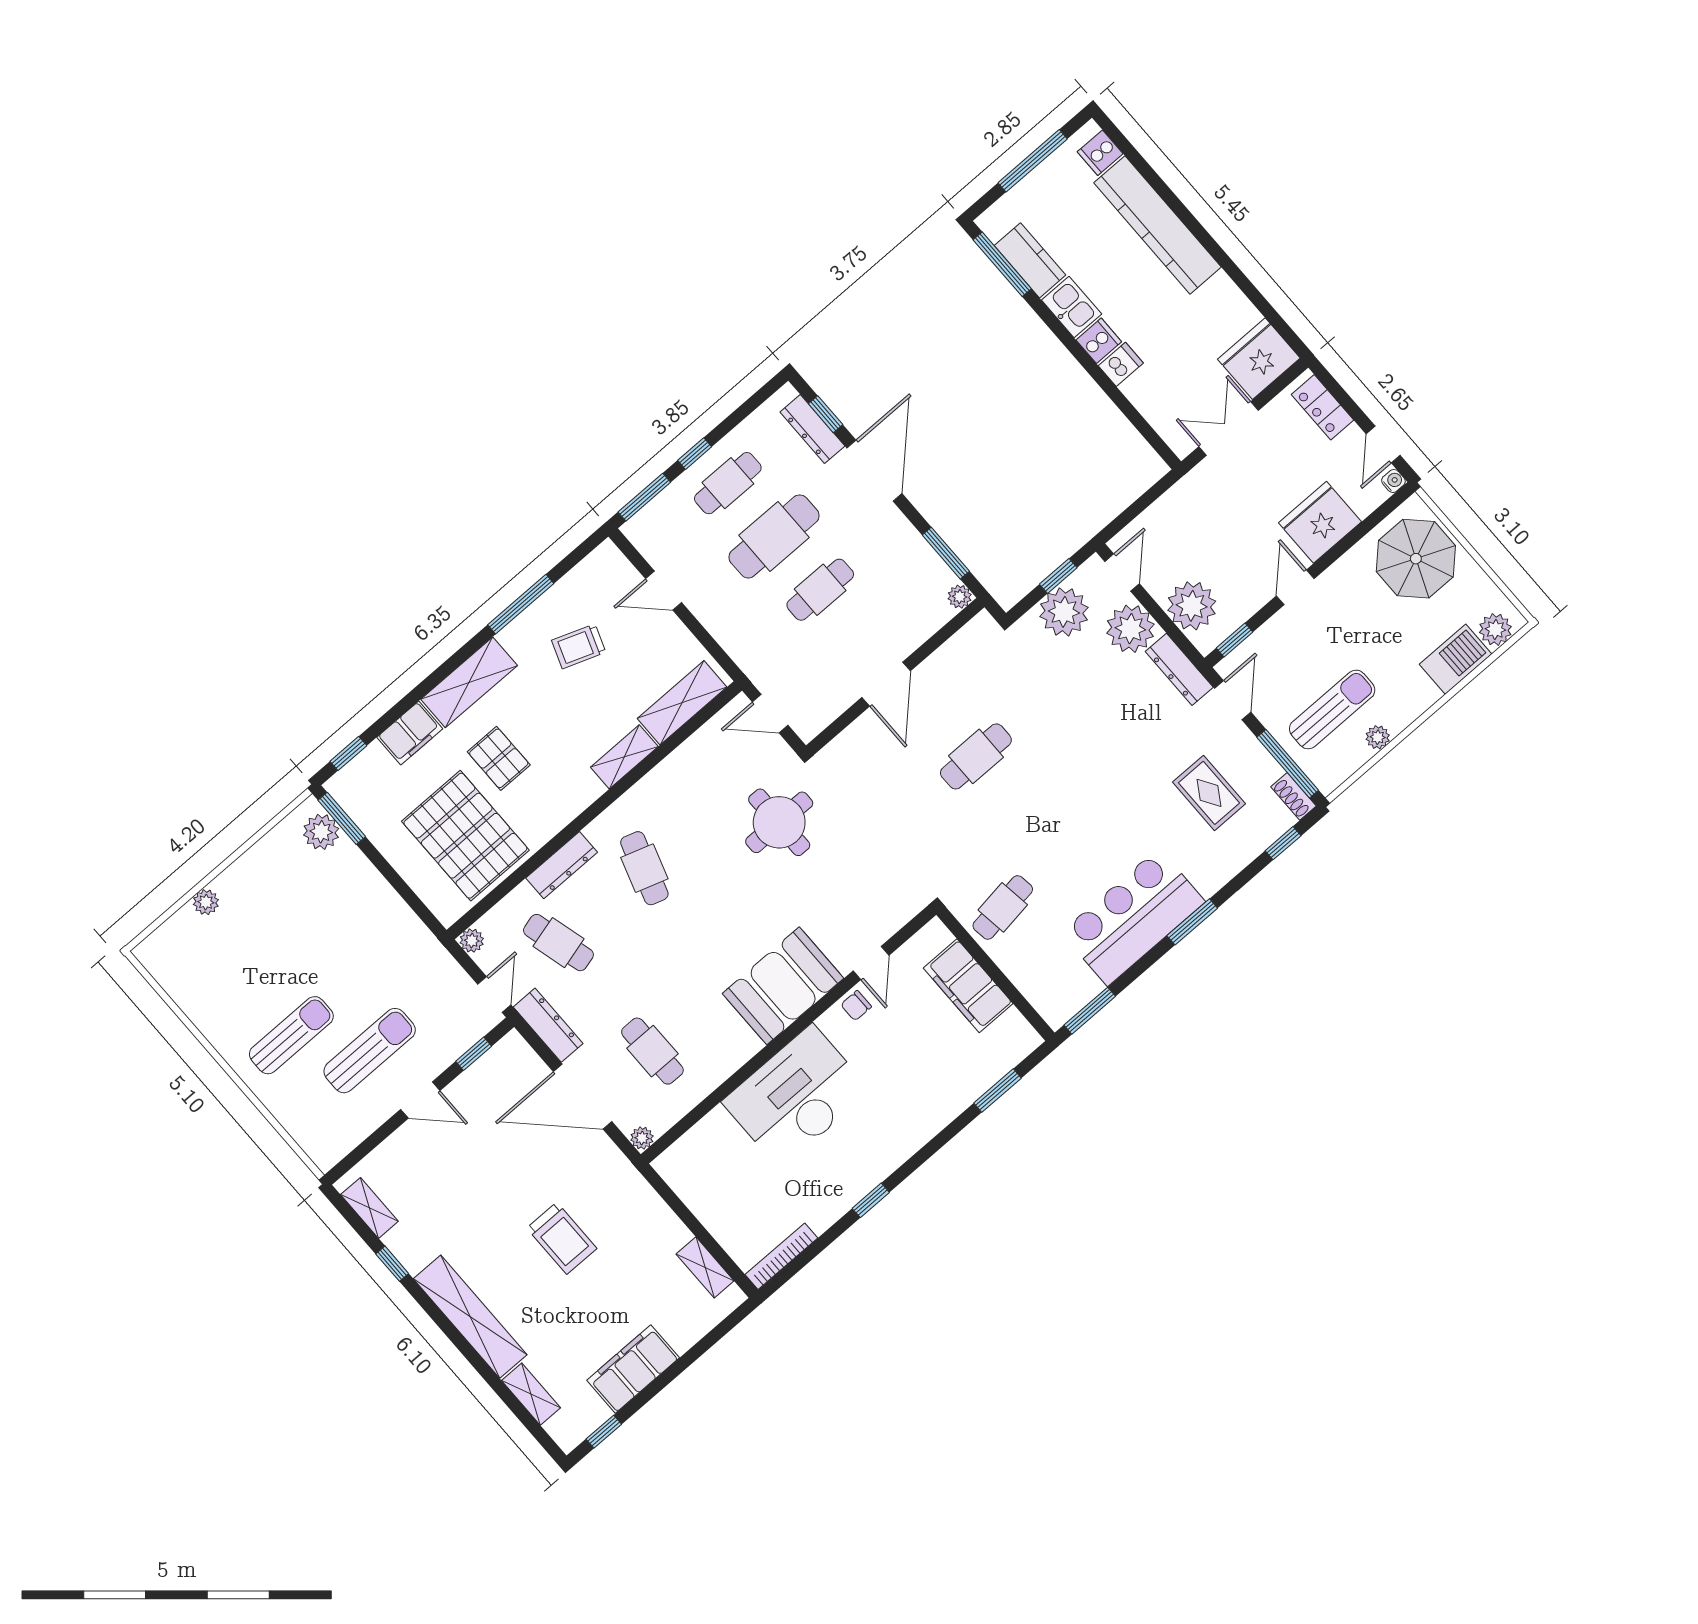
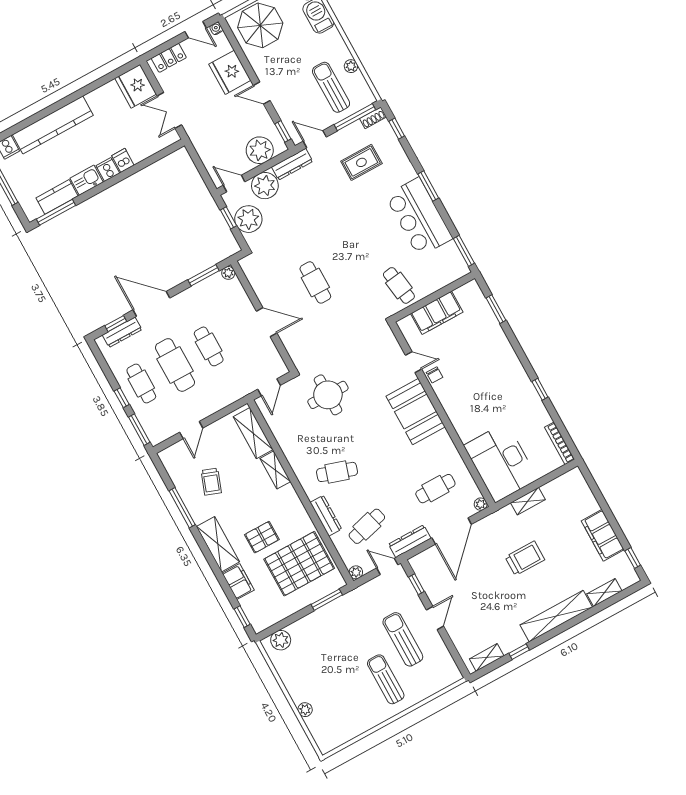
window: (342, 818) -> (327, 600), moved
desk: (796, 1096) -> (501, 462), moved
shelving: (705, 1267) -> (528, 501), moved

